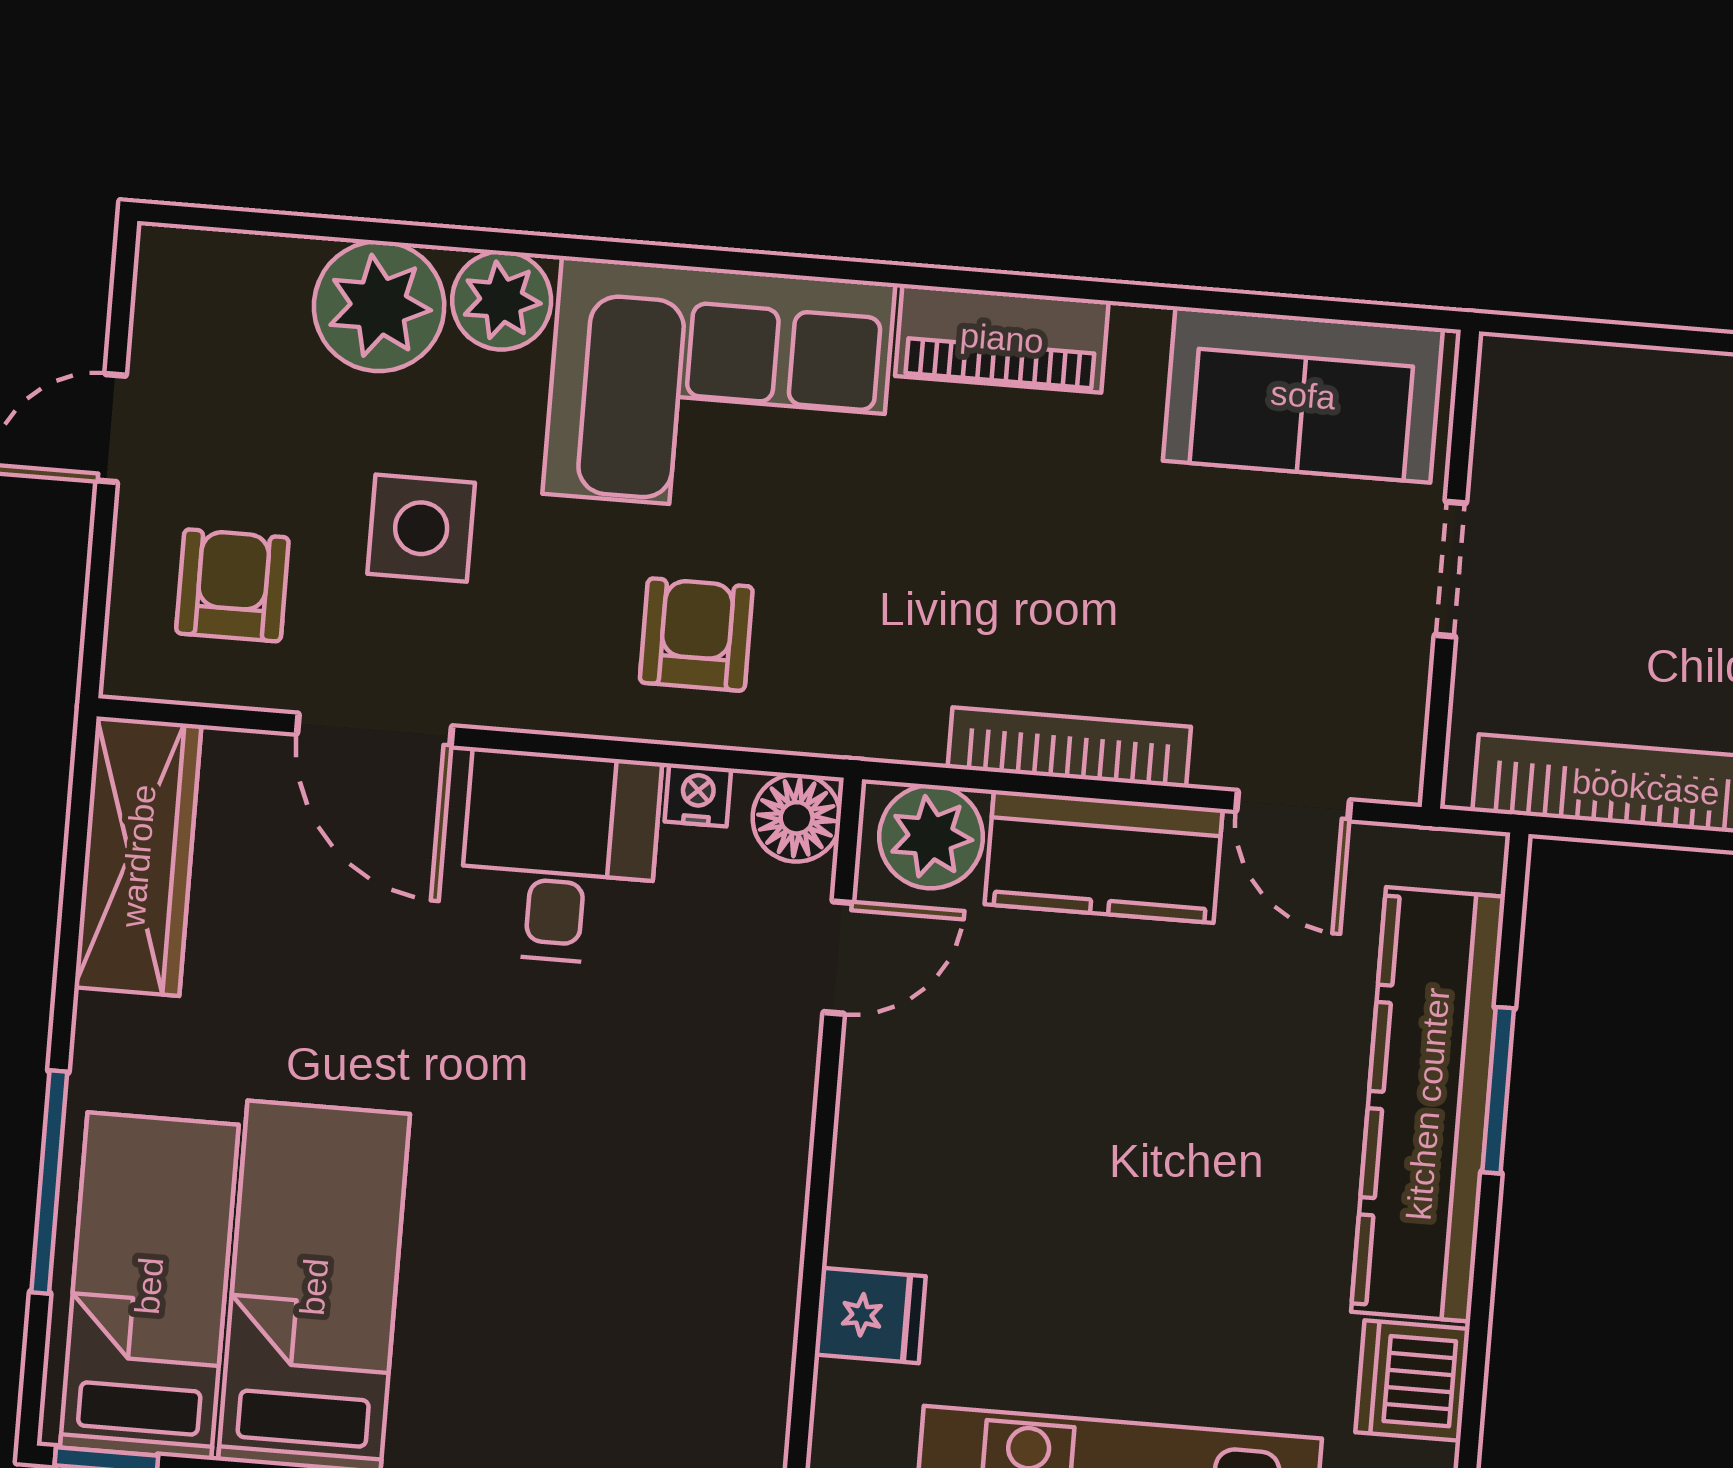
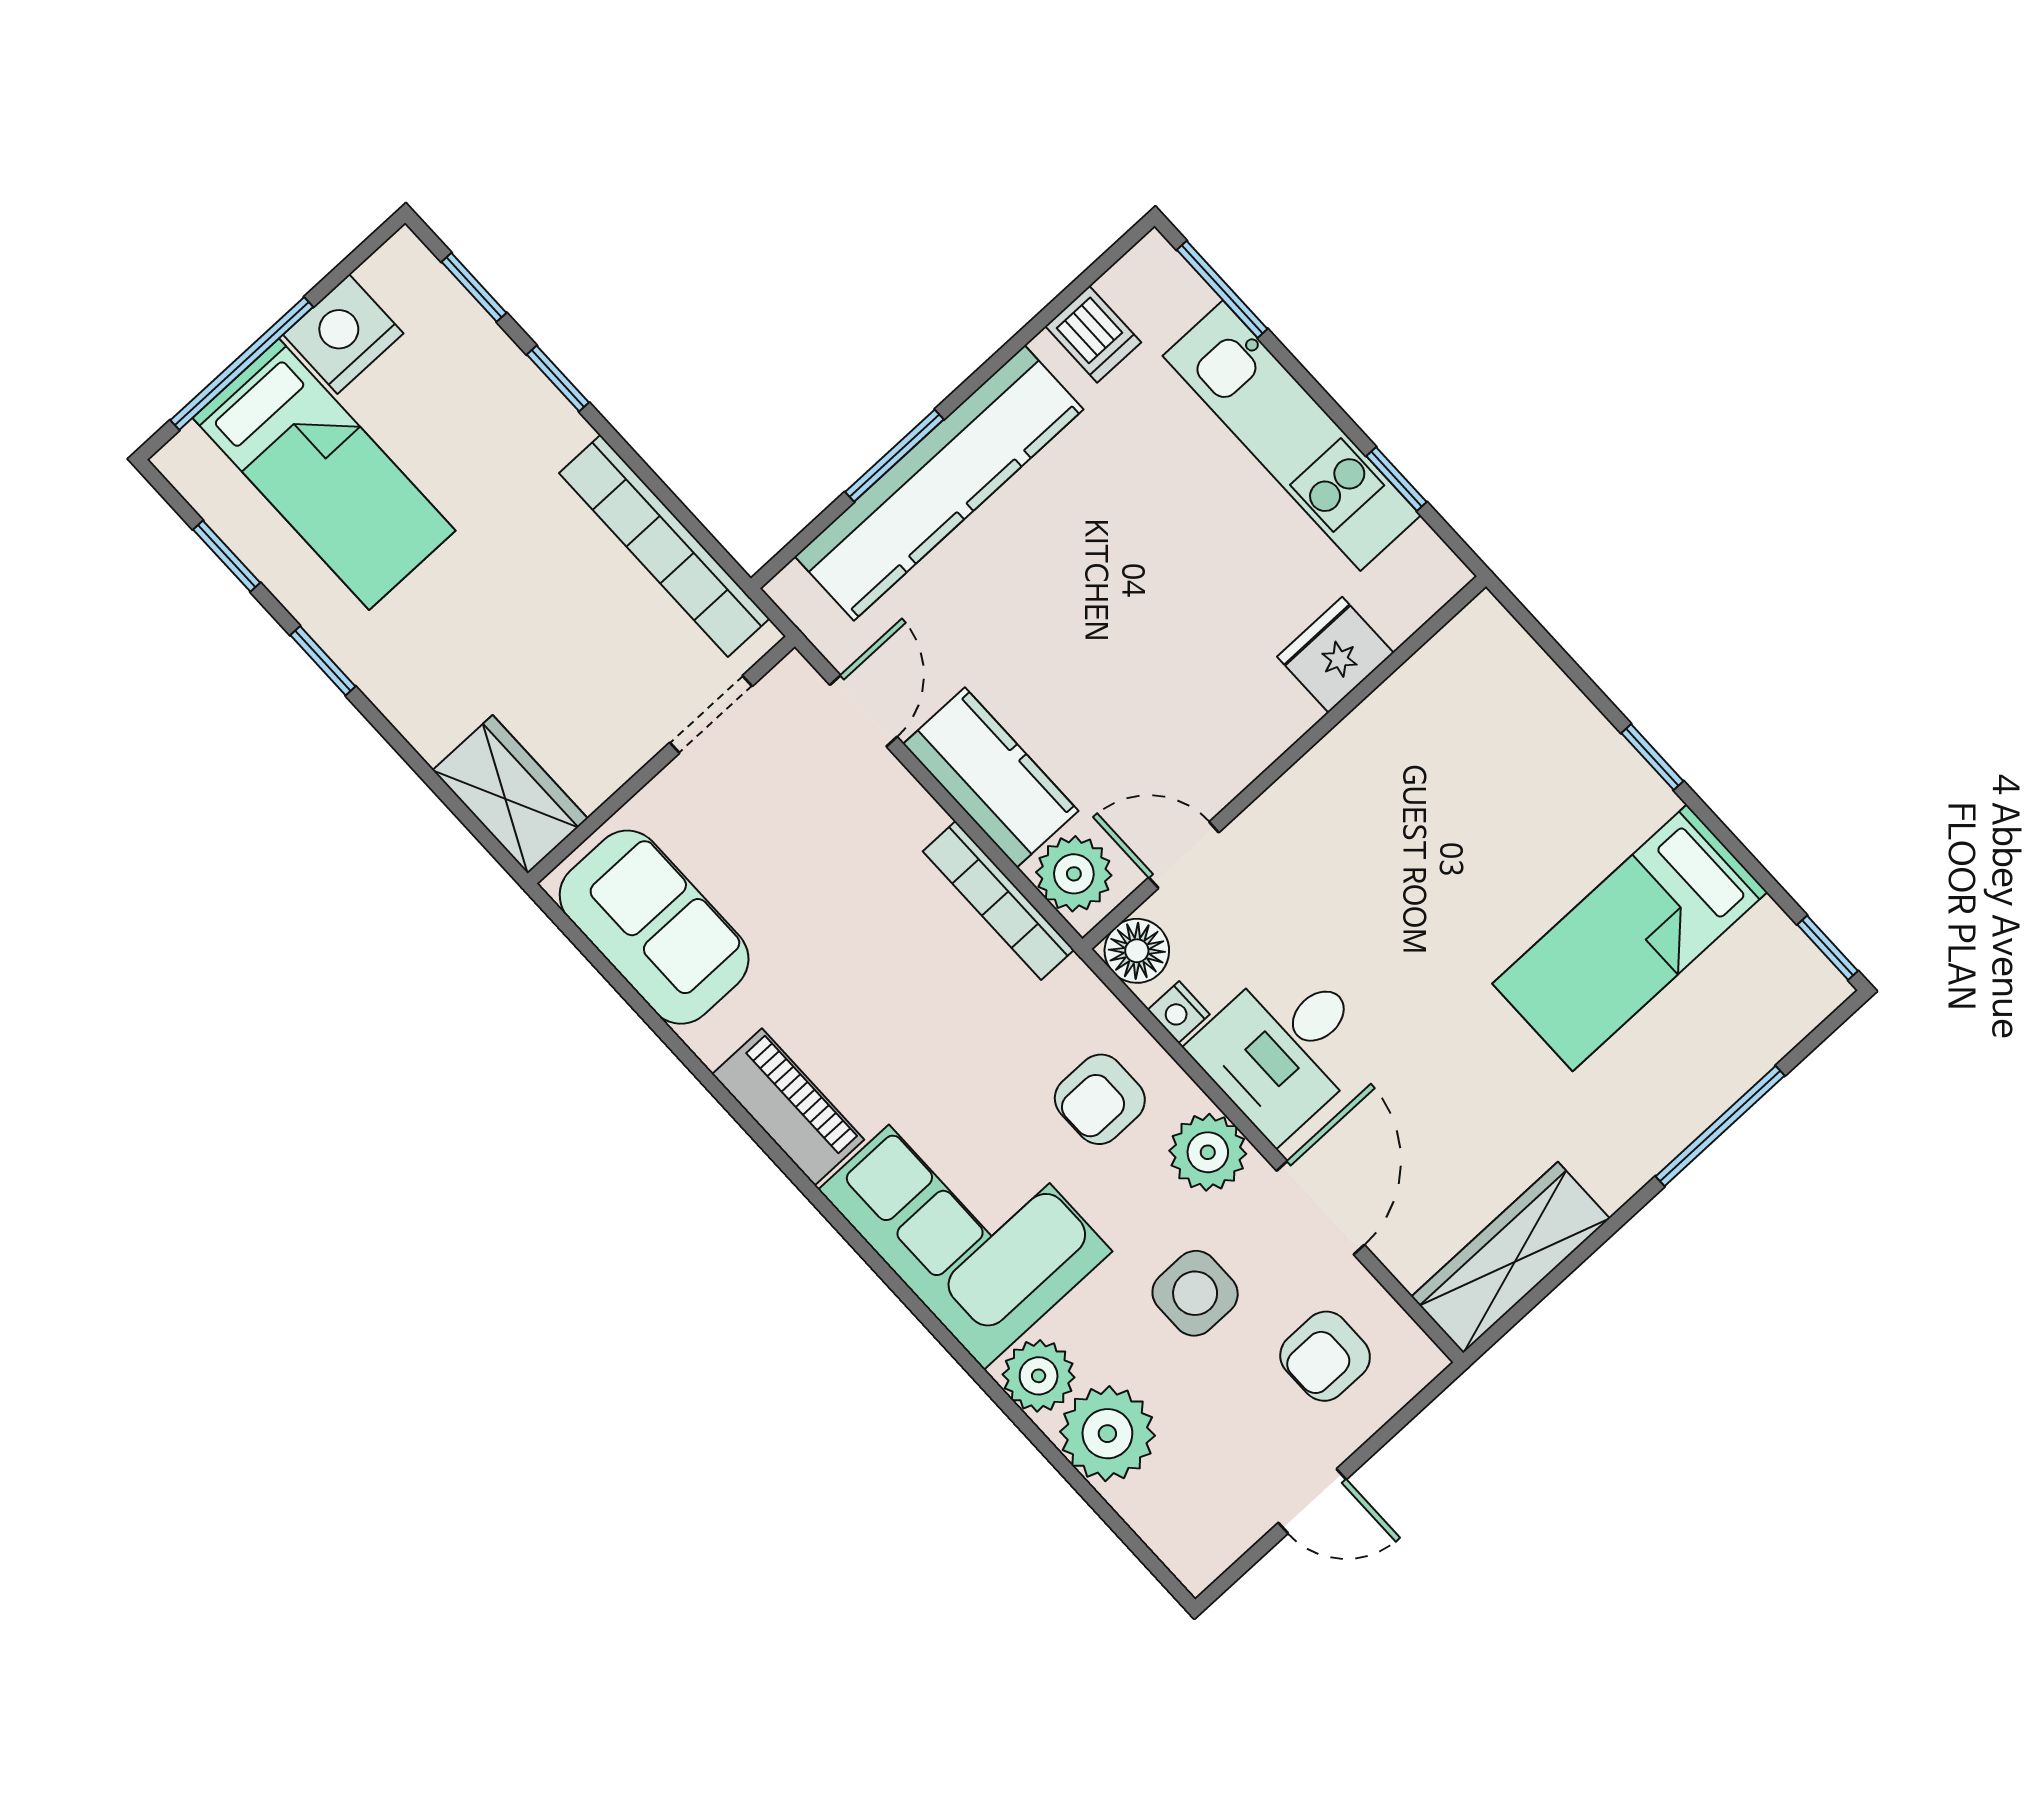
wardrobe: (1570, 395) -> (510, 794), added
doorway: (1450, 569) -> (711, 714), moved
plant: (539, 681) -> (1208, 1152), added
bookcase: (1069, 747) -> (998, 901), moved
bed: (149, 1286) -> (1718, 1020), removed
fridge: (870, 1315) -> (1335, 655), width x1.38
dishwasher: (1412, 1381) -> (1093, 334), width x0.73

